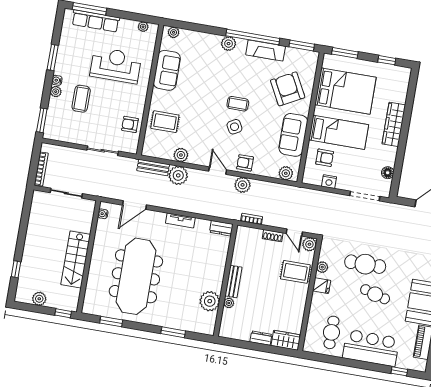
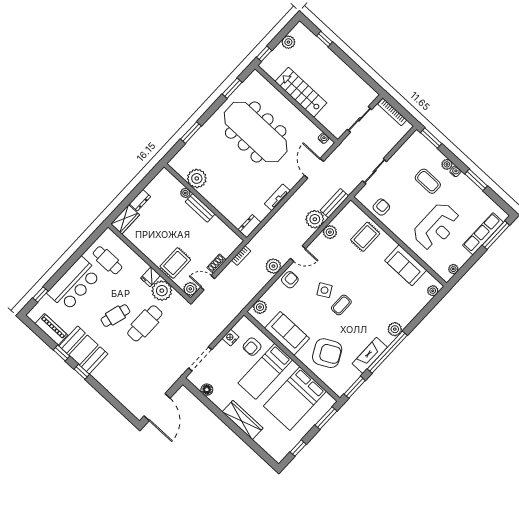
plant: (322, 267) -> (162, 291), width x1.87, depth x1.87

